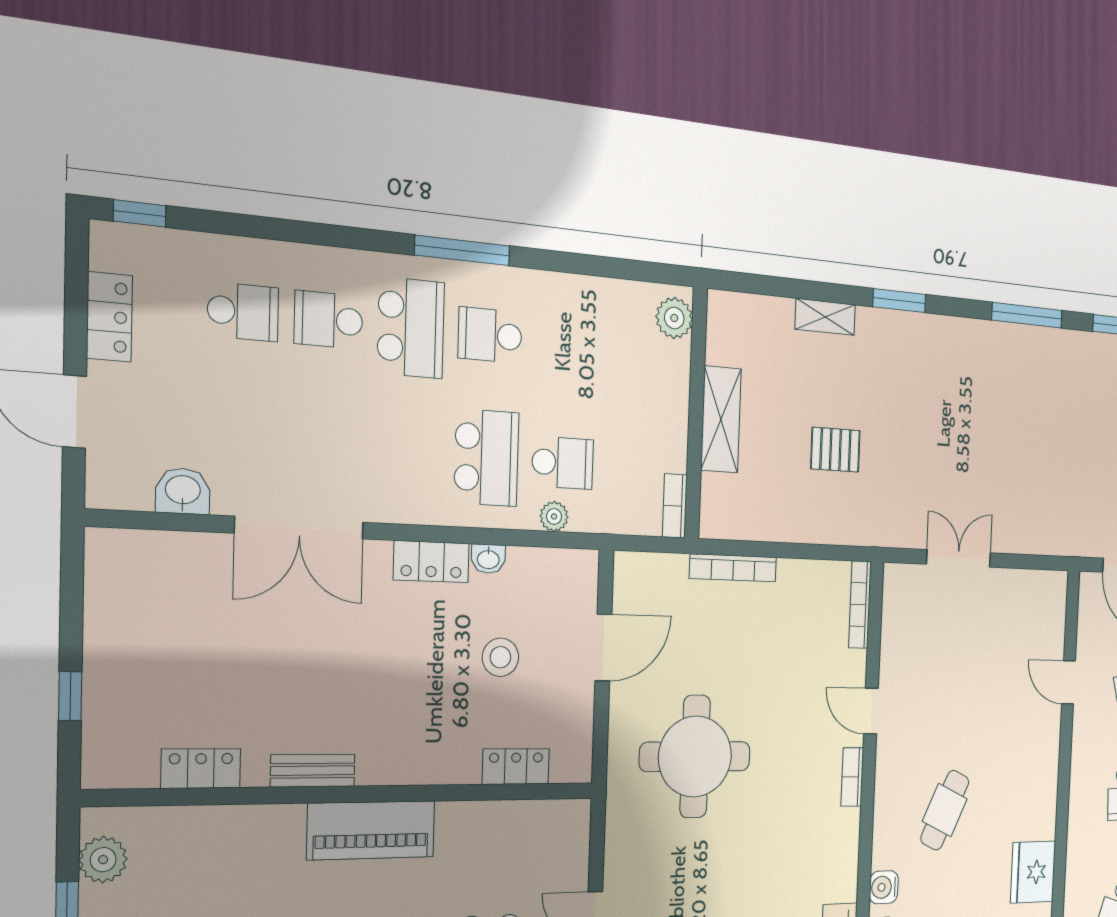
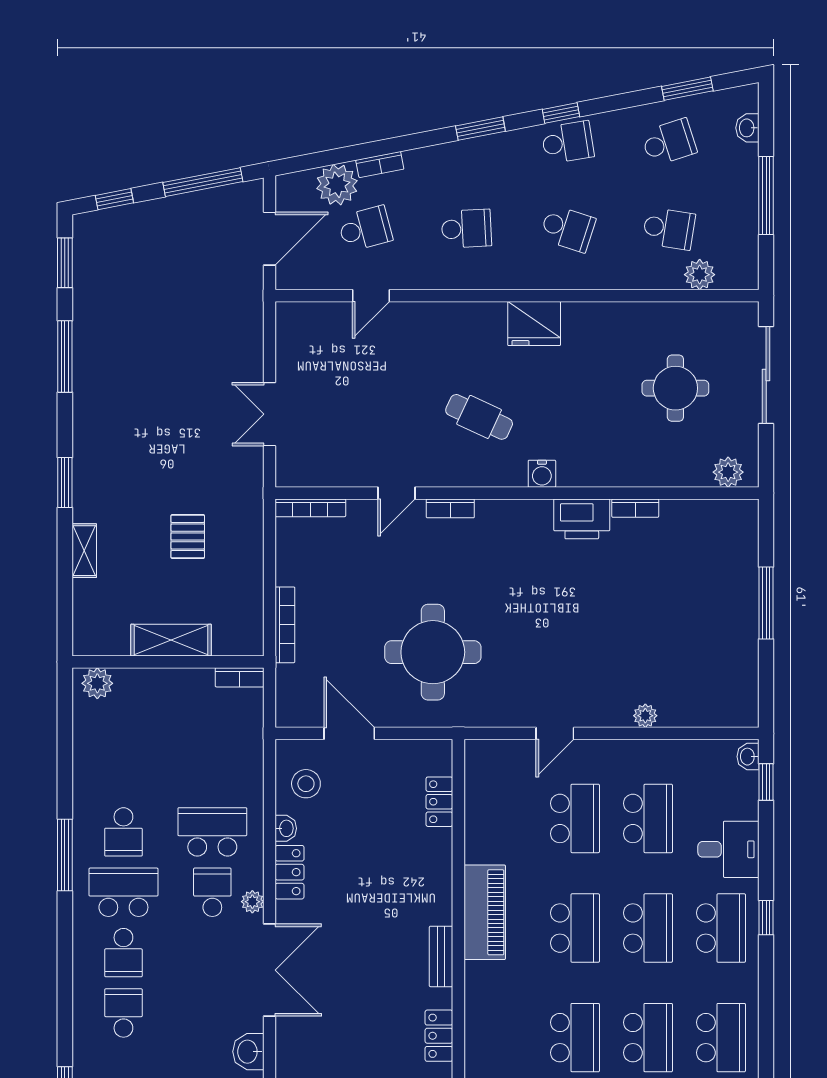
school desk: (563, 463) -> (212, 892), moved
plant: (554, 516) -> (252, 902), moved
stool: (500, 657) -> (306, 784), moved

